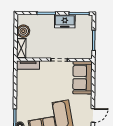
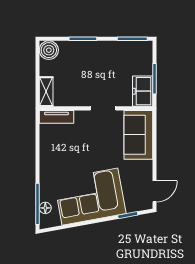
freezer: (65, 21) -> (143, 91), moved, turned 90
boiler: (23, 31) -> (49, 50), moved

